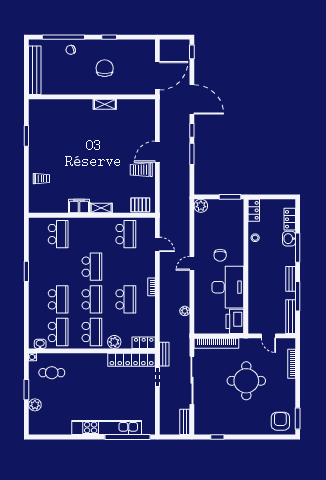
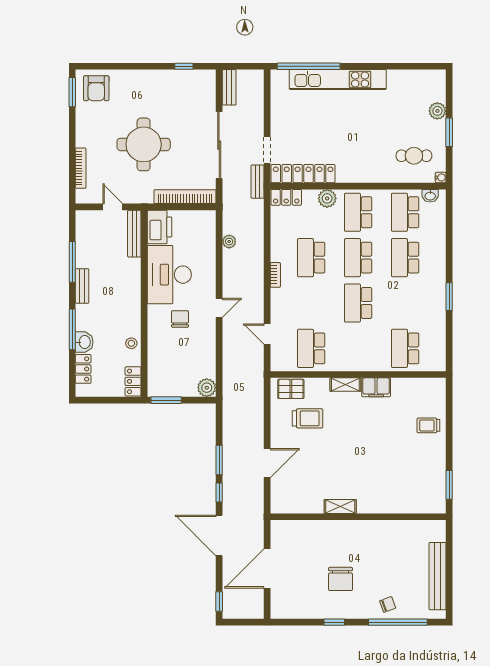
wall: (92, 97) -> (358, 517), moved
shelving: (105, 104) -> (340, 506), moved
trolley: (141, 170) -> (308, 418), moved
bench: (291, 317) -> (134, 234), moved

